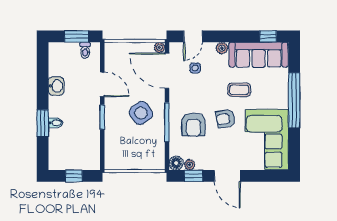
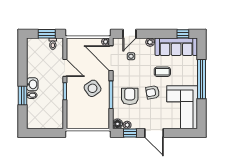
washbasin: (56, 86) -> (32, 84), moved
armchair: (193, 124) -> (130, 96), turned 180
window: (74, 176) -> (45, 133), removed

